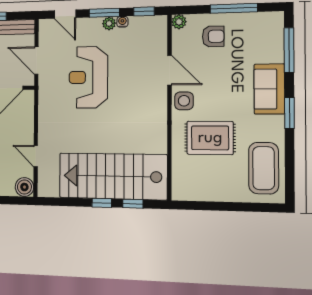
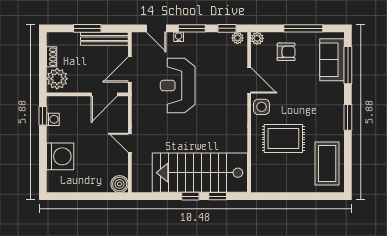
water cooler: (122, 22) -> (179, 37), moved
plant: (109, 23) -> (237, 38), moved
door: (36, 60) -> (130, 70), hinge flipped
sofa: (269, 89) -> (332, 60), moved
door: (36, 156) -> (130, 143), moved

